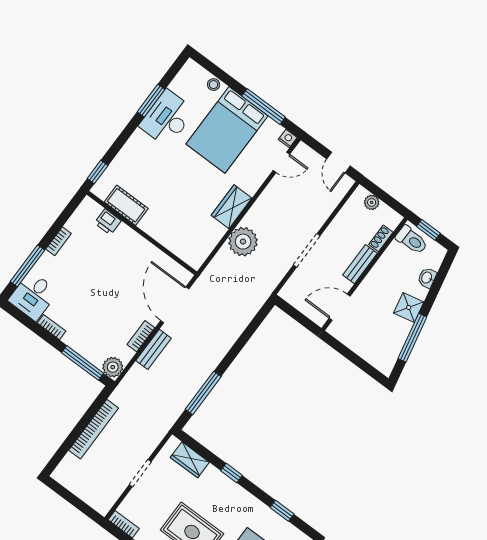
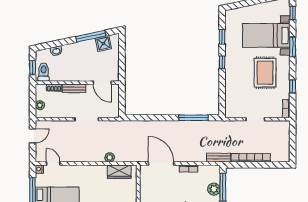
wardrobe: (231, 207) -> (119, 172), moved
plant: (243, 242) -> (110, 157), width x0.53, depth x0.53
door: (175, 305) -> (161, 163), swing flipped
shower: (409, 307) -> (103, 43), moved
bench: (154, 349) -> (219, 158), moved
plant: (113, 367) -> (214, 189), moved
wardrobe: (190, 460) -> (231, 100), removed
window: (232, 473) -> (222, 62), moved

